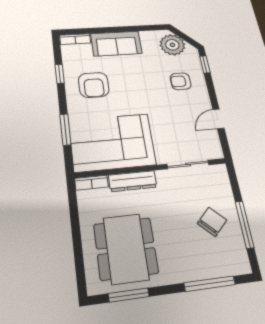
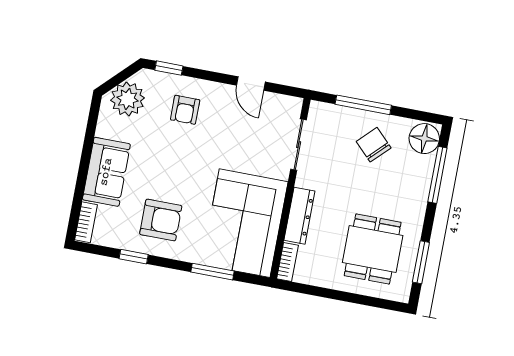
window: (245, 225) -> (363, 105), moved
dining table: (126, 248) -> (373, 249), width x0.73
floor lamp: (235, 262) -> (424, 139), added

